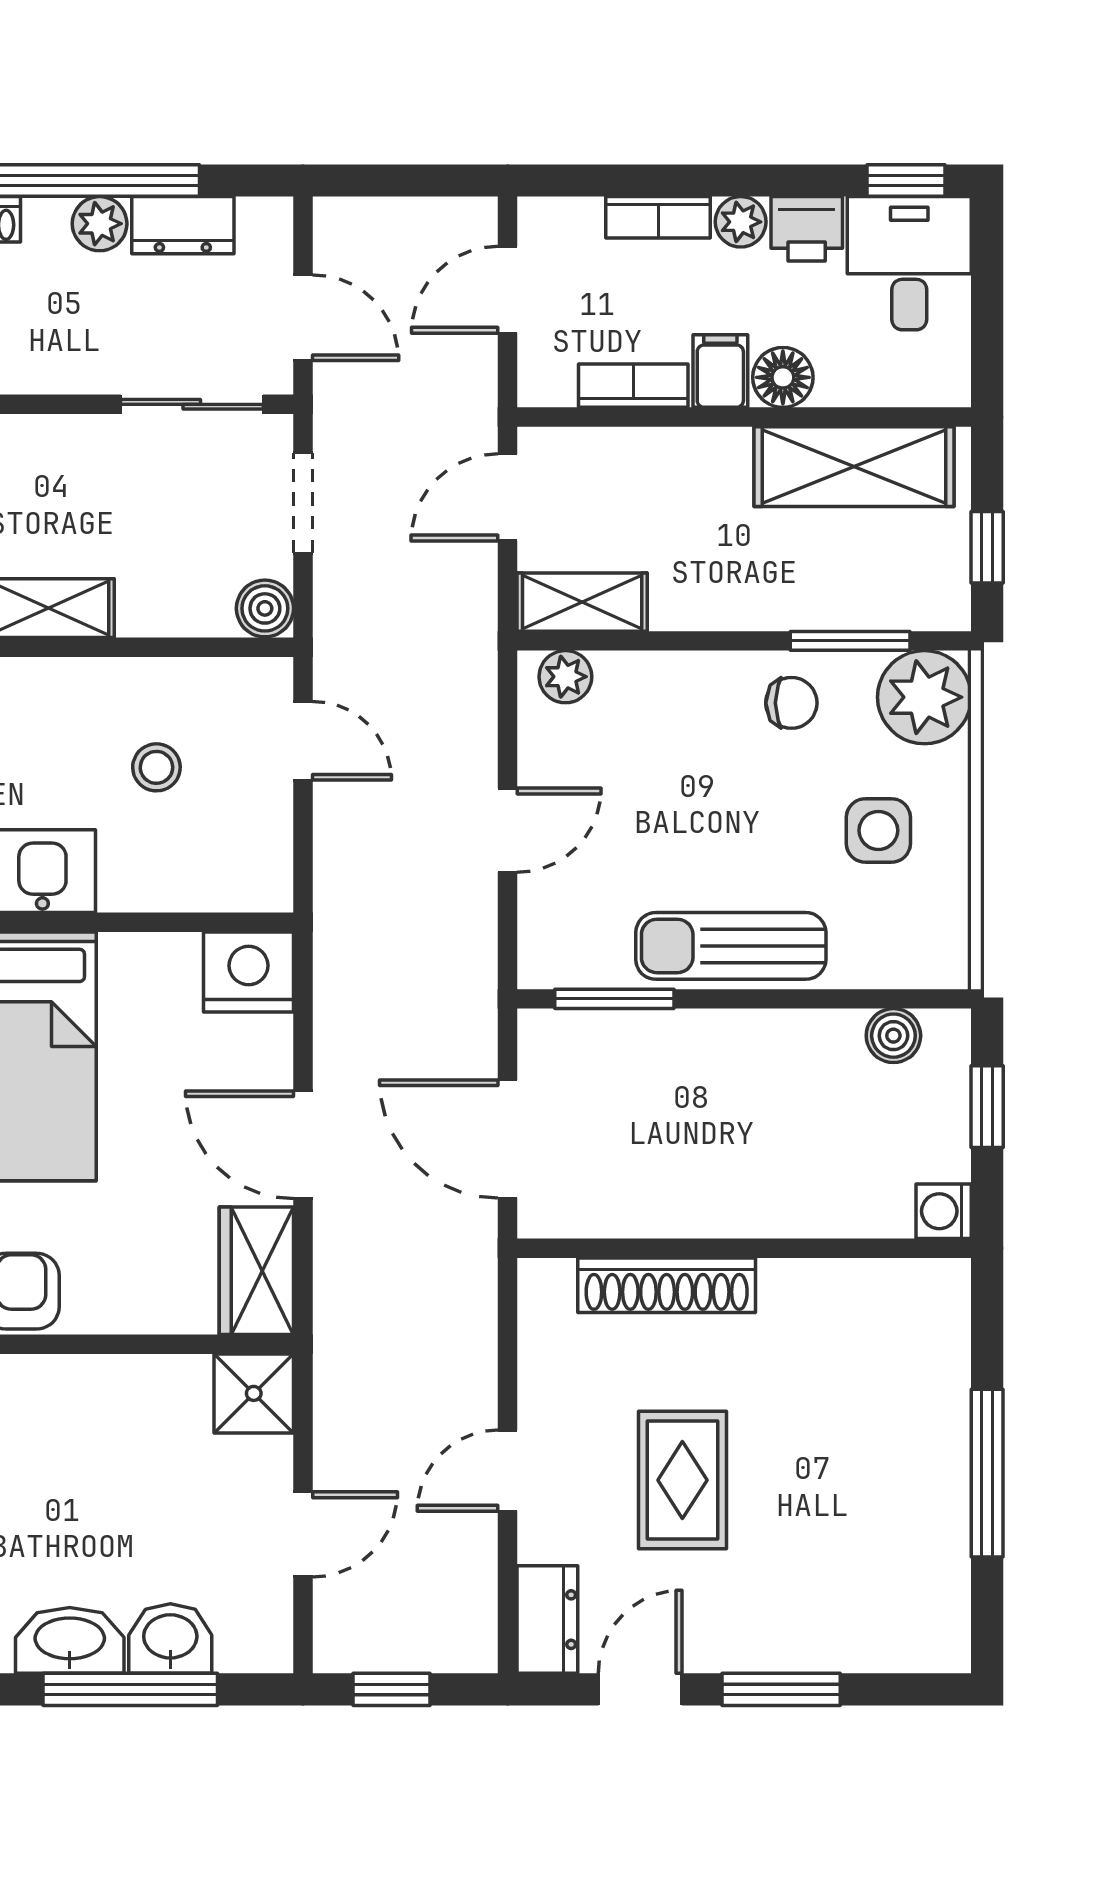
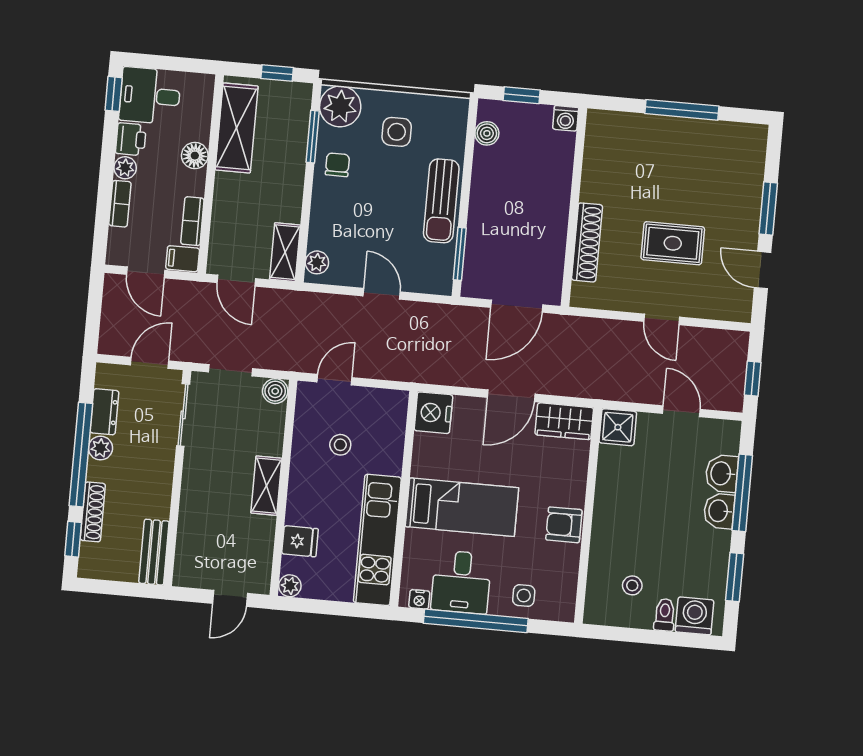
filing cabinet: (720, 371) -> (183, 259), moved
dresser: (547, 1620) -> (728, 308), removed
washbasin: (70, 1640) -> (719, 511), width x0.72

